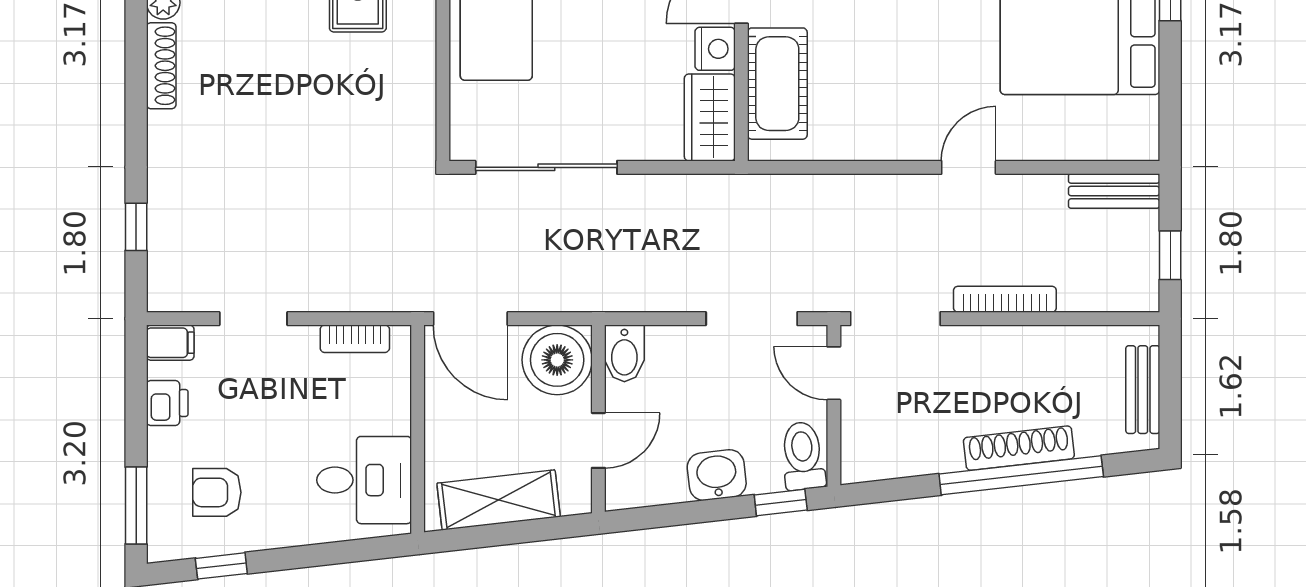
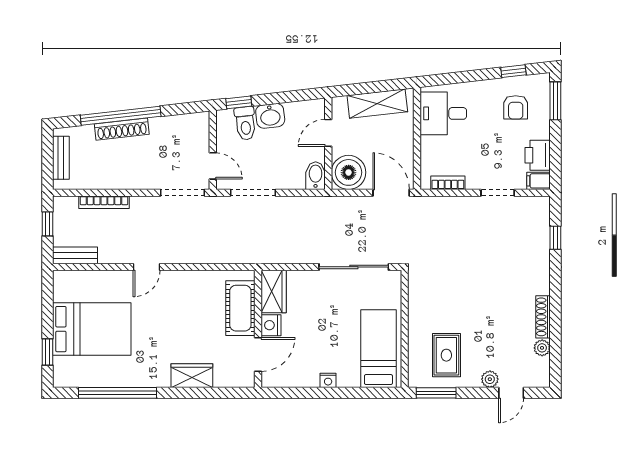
bookcase: (1005, 299) -> (104, 202), moved
printer: (167, 403) -> (538, 155), width x1.36, depth x1.24
toilet: (803, 456) -> (245, 123), moved
armchair: (217, 492) -> (516, 107), turned 90

